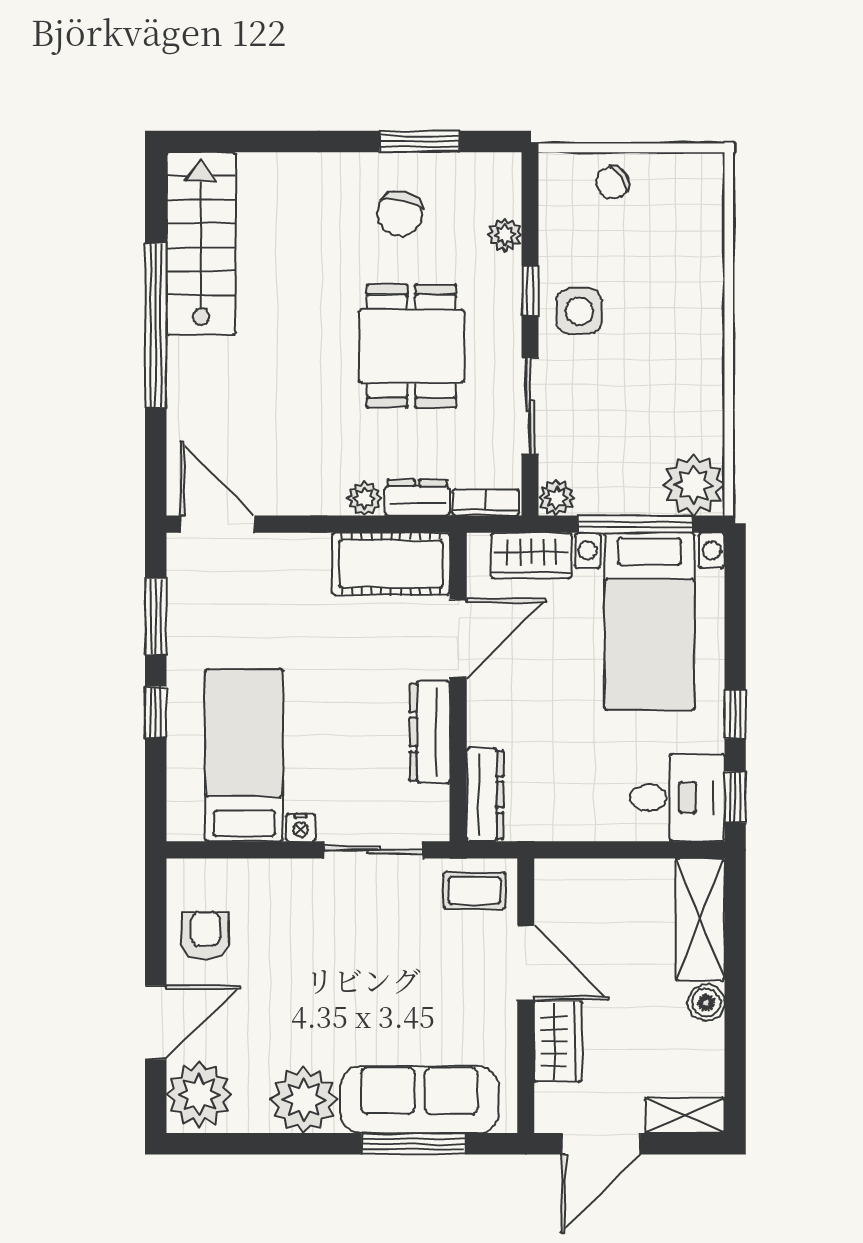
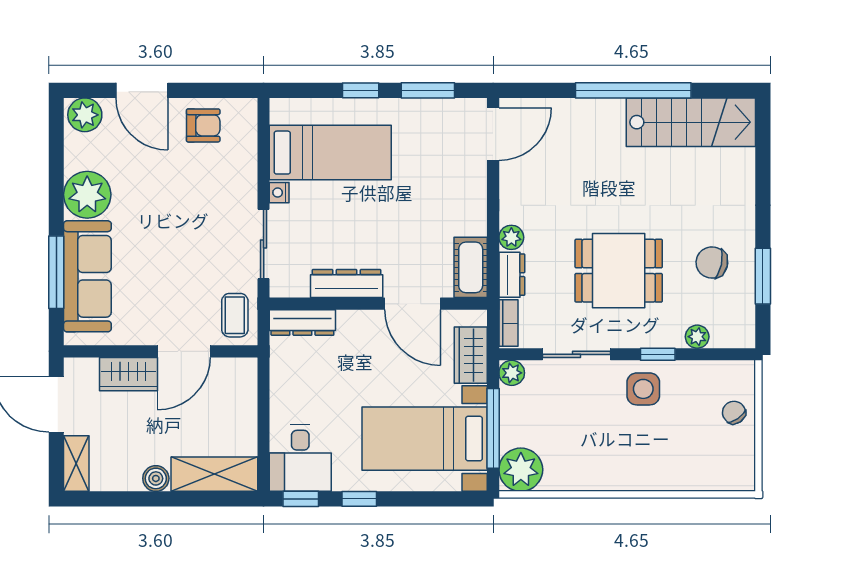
cot: (391, 564) -> (471, 267), width x0.73, depth x0.75
plant: (199, 1095) -> (85, 115), width x0.73, depth x0.73

